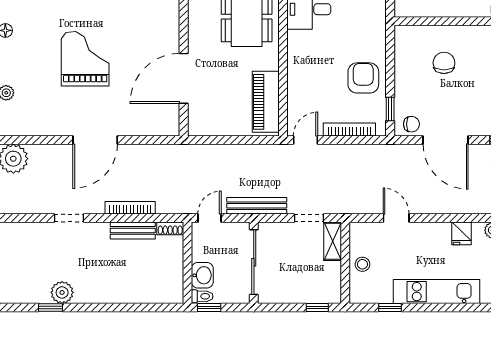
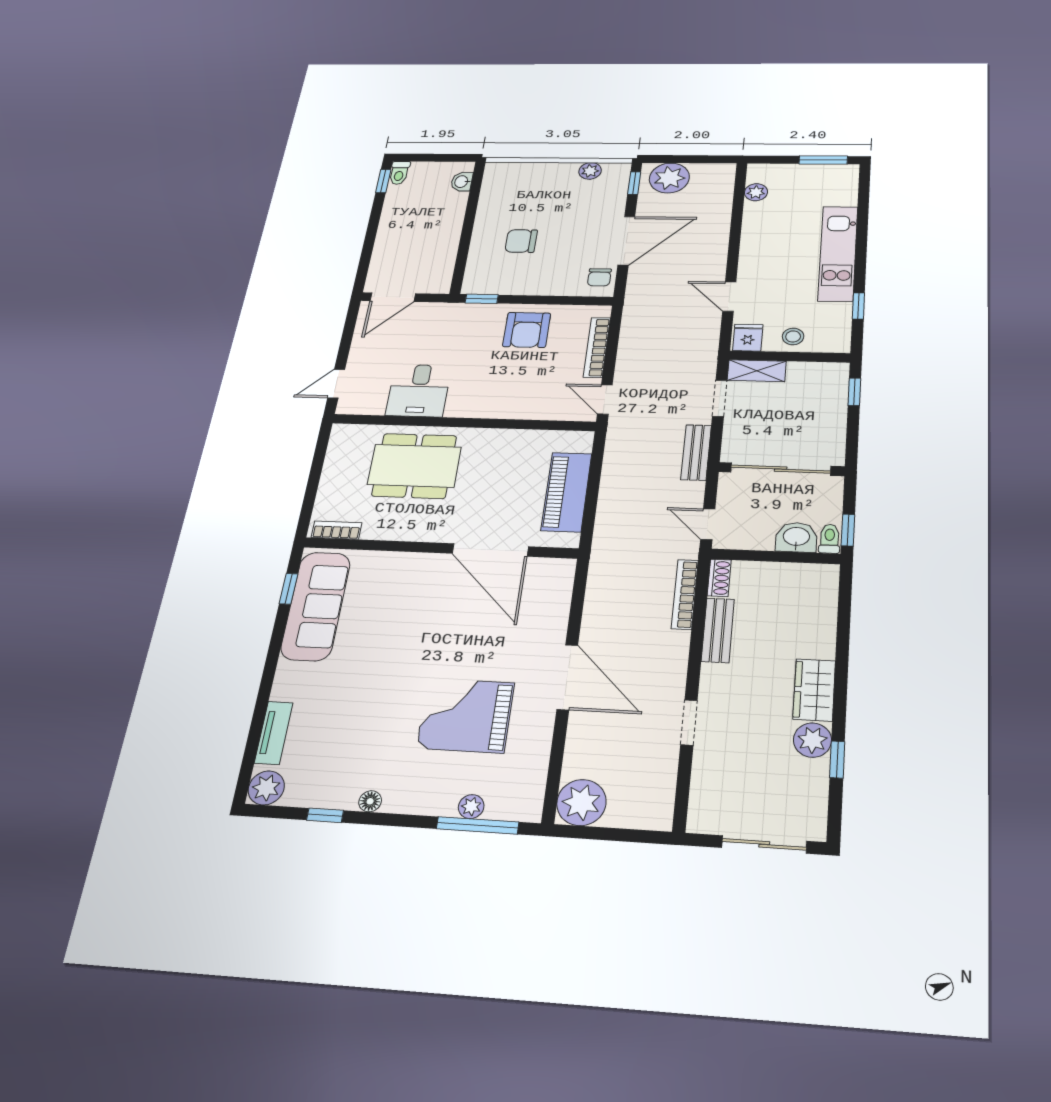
grand piano: (85, 59) -> (465, 715), moved
armchair: (363, 78) -> (527, 330), turned -90
piano: (266, 102) -> (567, 492), moved, turned 90
window: (390, 109) -> (482, 299), moved
chair: (411, 124) -> (599, 277), turned 180
bench: (257, 206) -> (696, 452), width x0.73
bookcase: (130, 208) -> (685, 594), moved
door: (396, 218) -> (729, 297), hinge flipped
fridge: (462, 233) -> (748, 338), moved, turned -90
wardrobe: (95, 292) -> (814, 690), added

